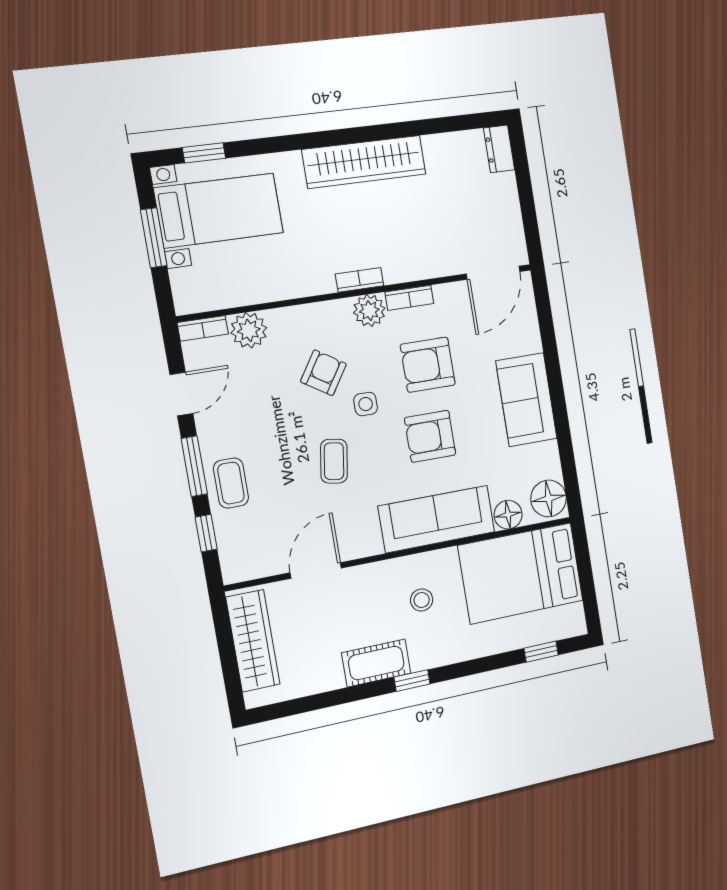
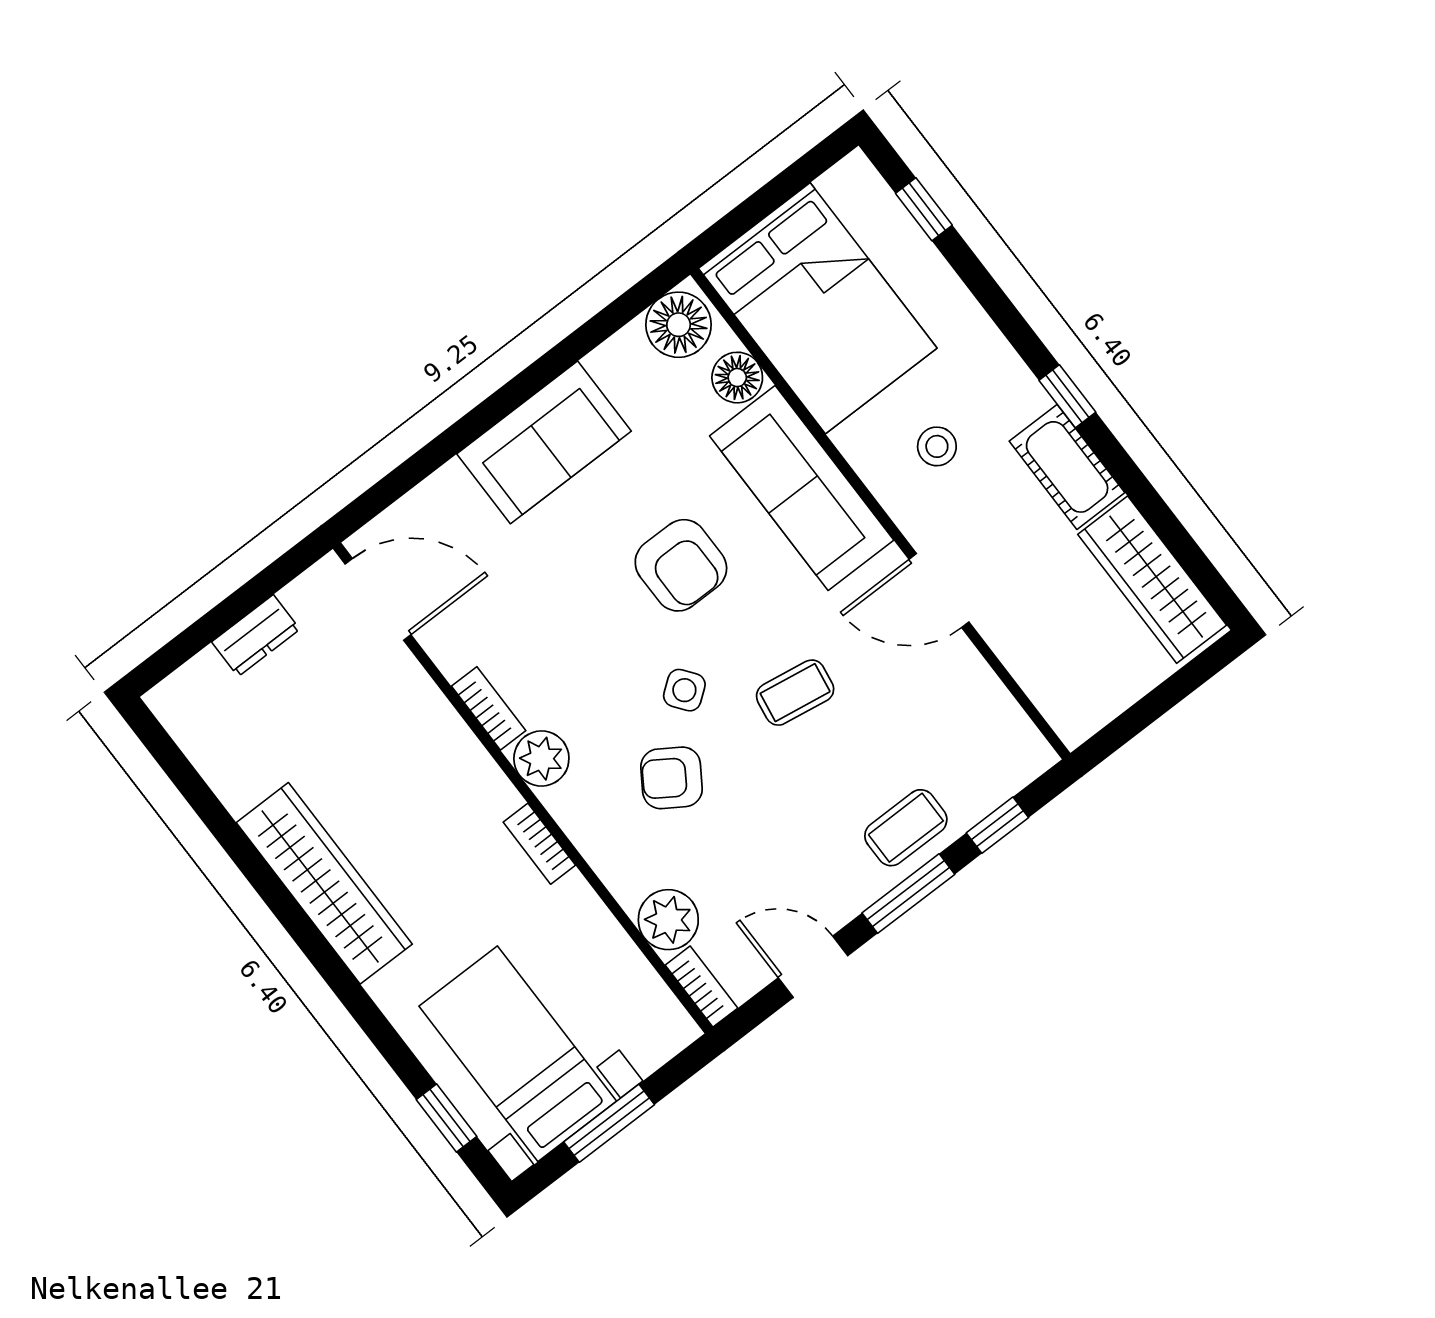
dresser: (499, 149) -> (256, 636), moved
bookcase: (360, 280) -> (539, 844), moved
armchair: (428, 365) -> (574, 627), removed
side table: (366, 404) -> (684, 690), turned -37
door: (316, 570) -> (939, 591), moved
wardrobe: (253, 641) -> (1152, 580), moved, turned -90

